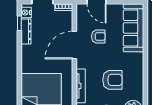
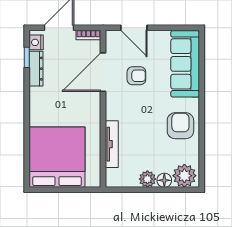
door: (74, 45) -> (103, 72), moved
armchair: (112, 80) -> (180, 126), moved, turned -90

